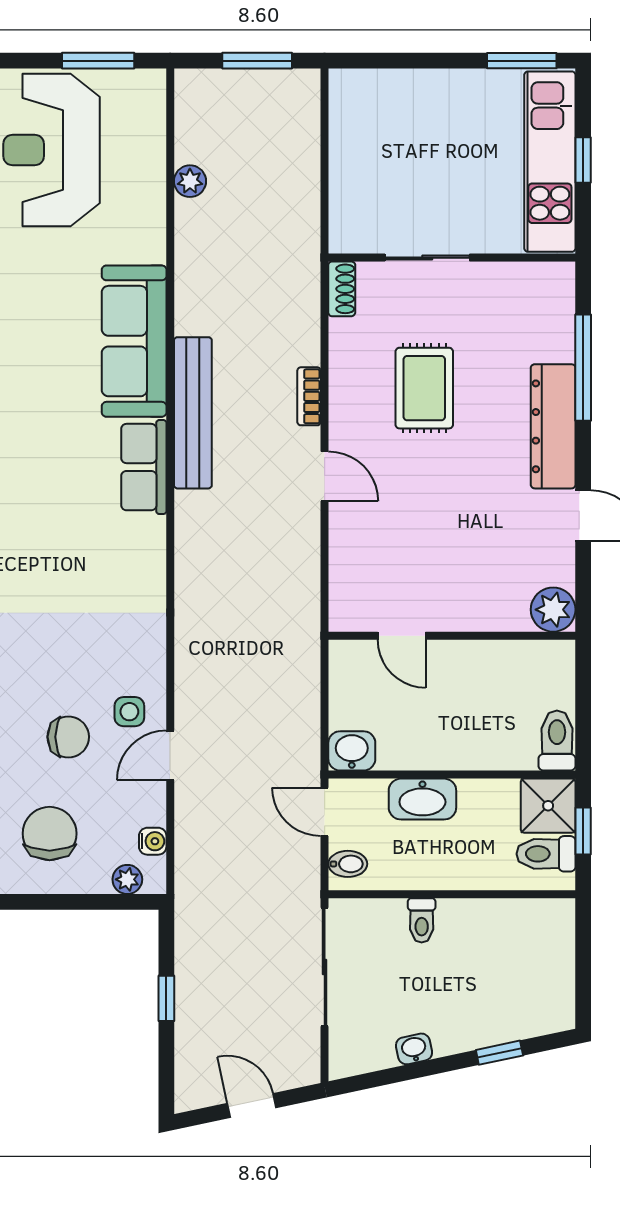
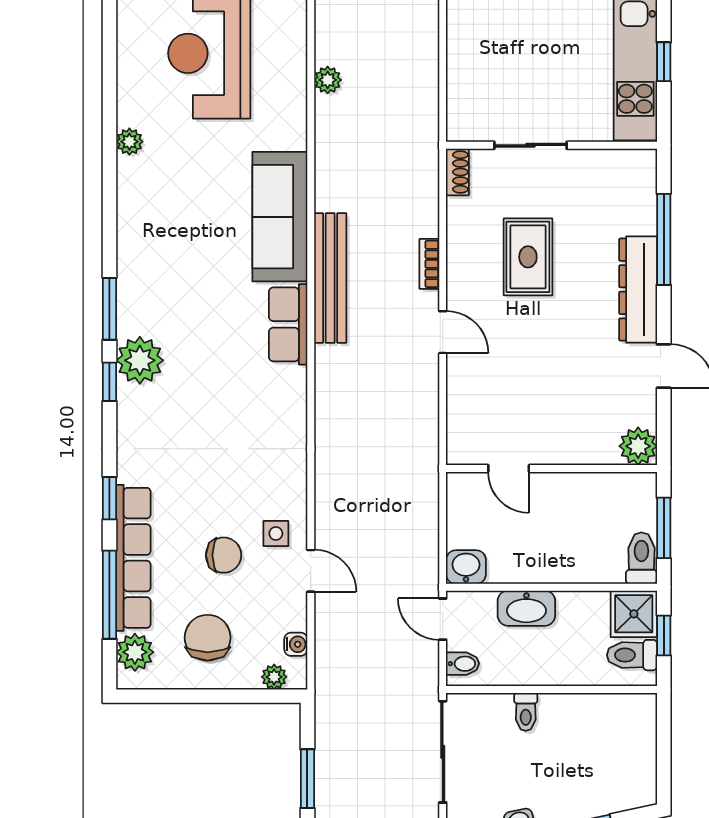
window: (583, 705) -> (664, 528), added
door: (170, 755) -> (311, 571), swing flipped
window: (166, 998) -> (307, 779), width x1.50

